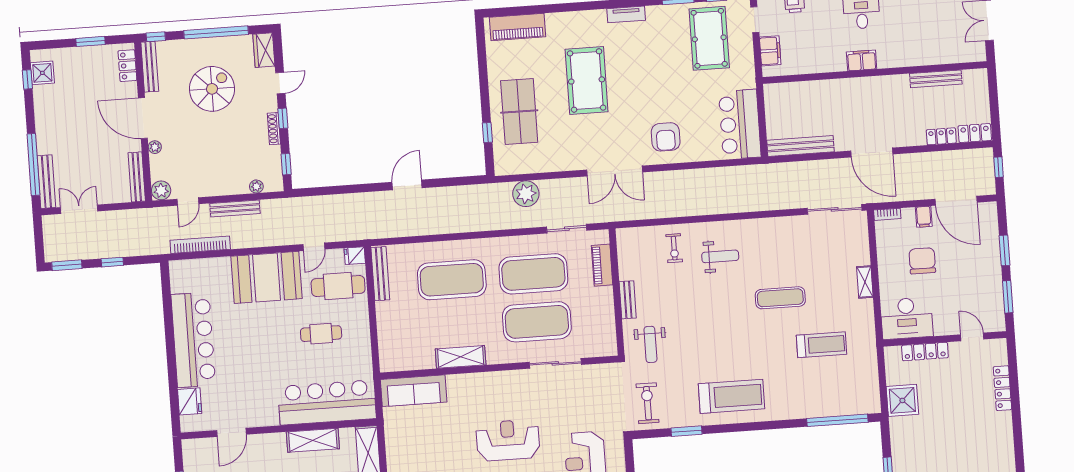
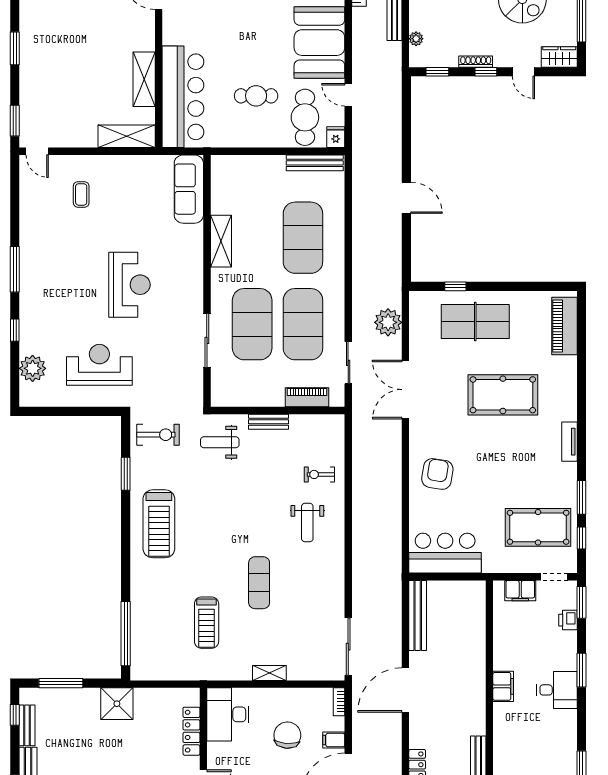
armchair: (666, 137) -> (437, 474), turned 99
double door: (615, 171) -> (405, 390), moved
chair: (922, 261) -> (287, 735), turned -86
cafe table: (321, 334) -> (256, 96), turned 90
shower: (902, 400) -> (117, 704), moved

